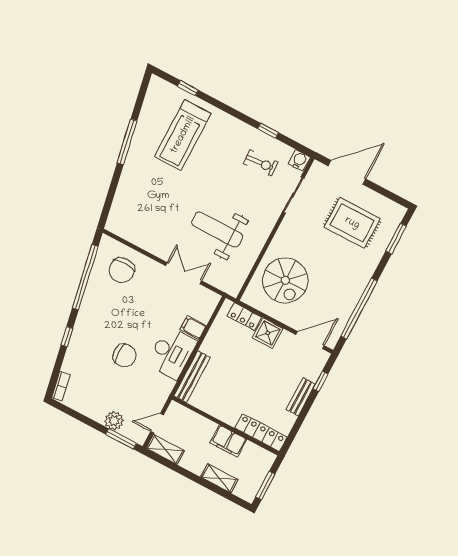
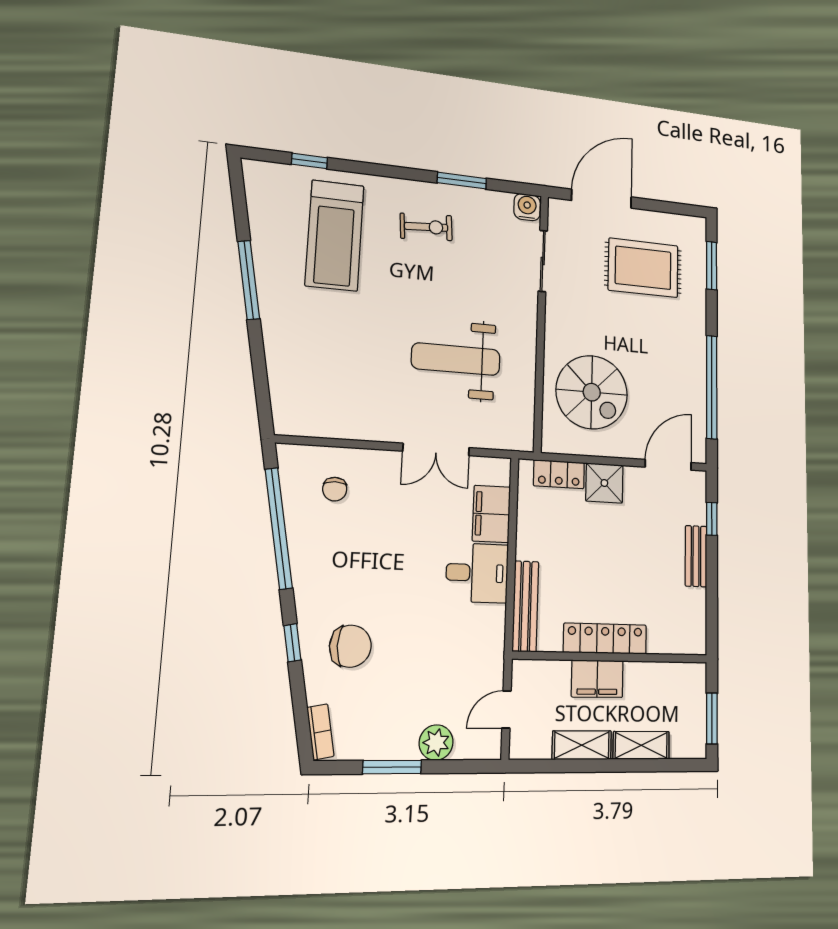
window: (268, 131) -> (462, 181), width x1.50
exercise bike: (261, 163) -> (426, 227), moved
chair: (122, 270) -> (335, 489), width x0.54, depth x0.54
double door: (184, 273) -> (436, 449), swing flipped
filing cabinet: (193, 328) -> (491, 514), width x2.00
desk: (172, 353) -> (477, 573), width x0.73
chair: (124, 355) -> (350, 646), moved
locker: (261, 433) -> (605, 639), moved
window: (121, 439) -> (392, 767), moved
filing cabinet: (228, 441) -> (597, 679), moved
shelving: (165, 449) -> (582, 745), moved

